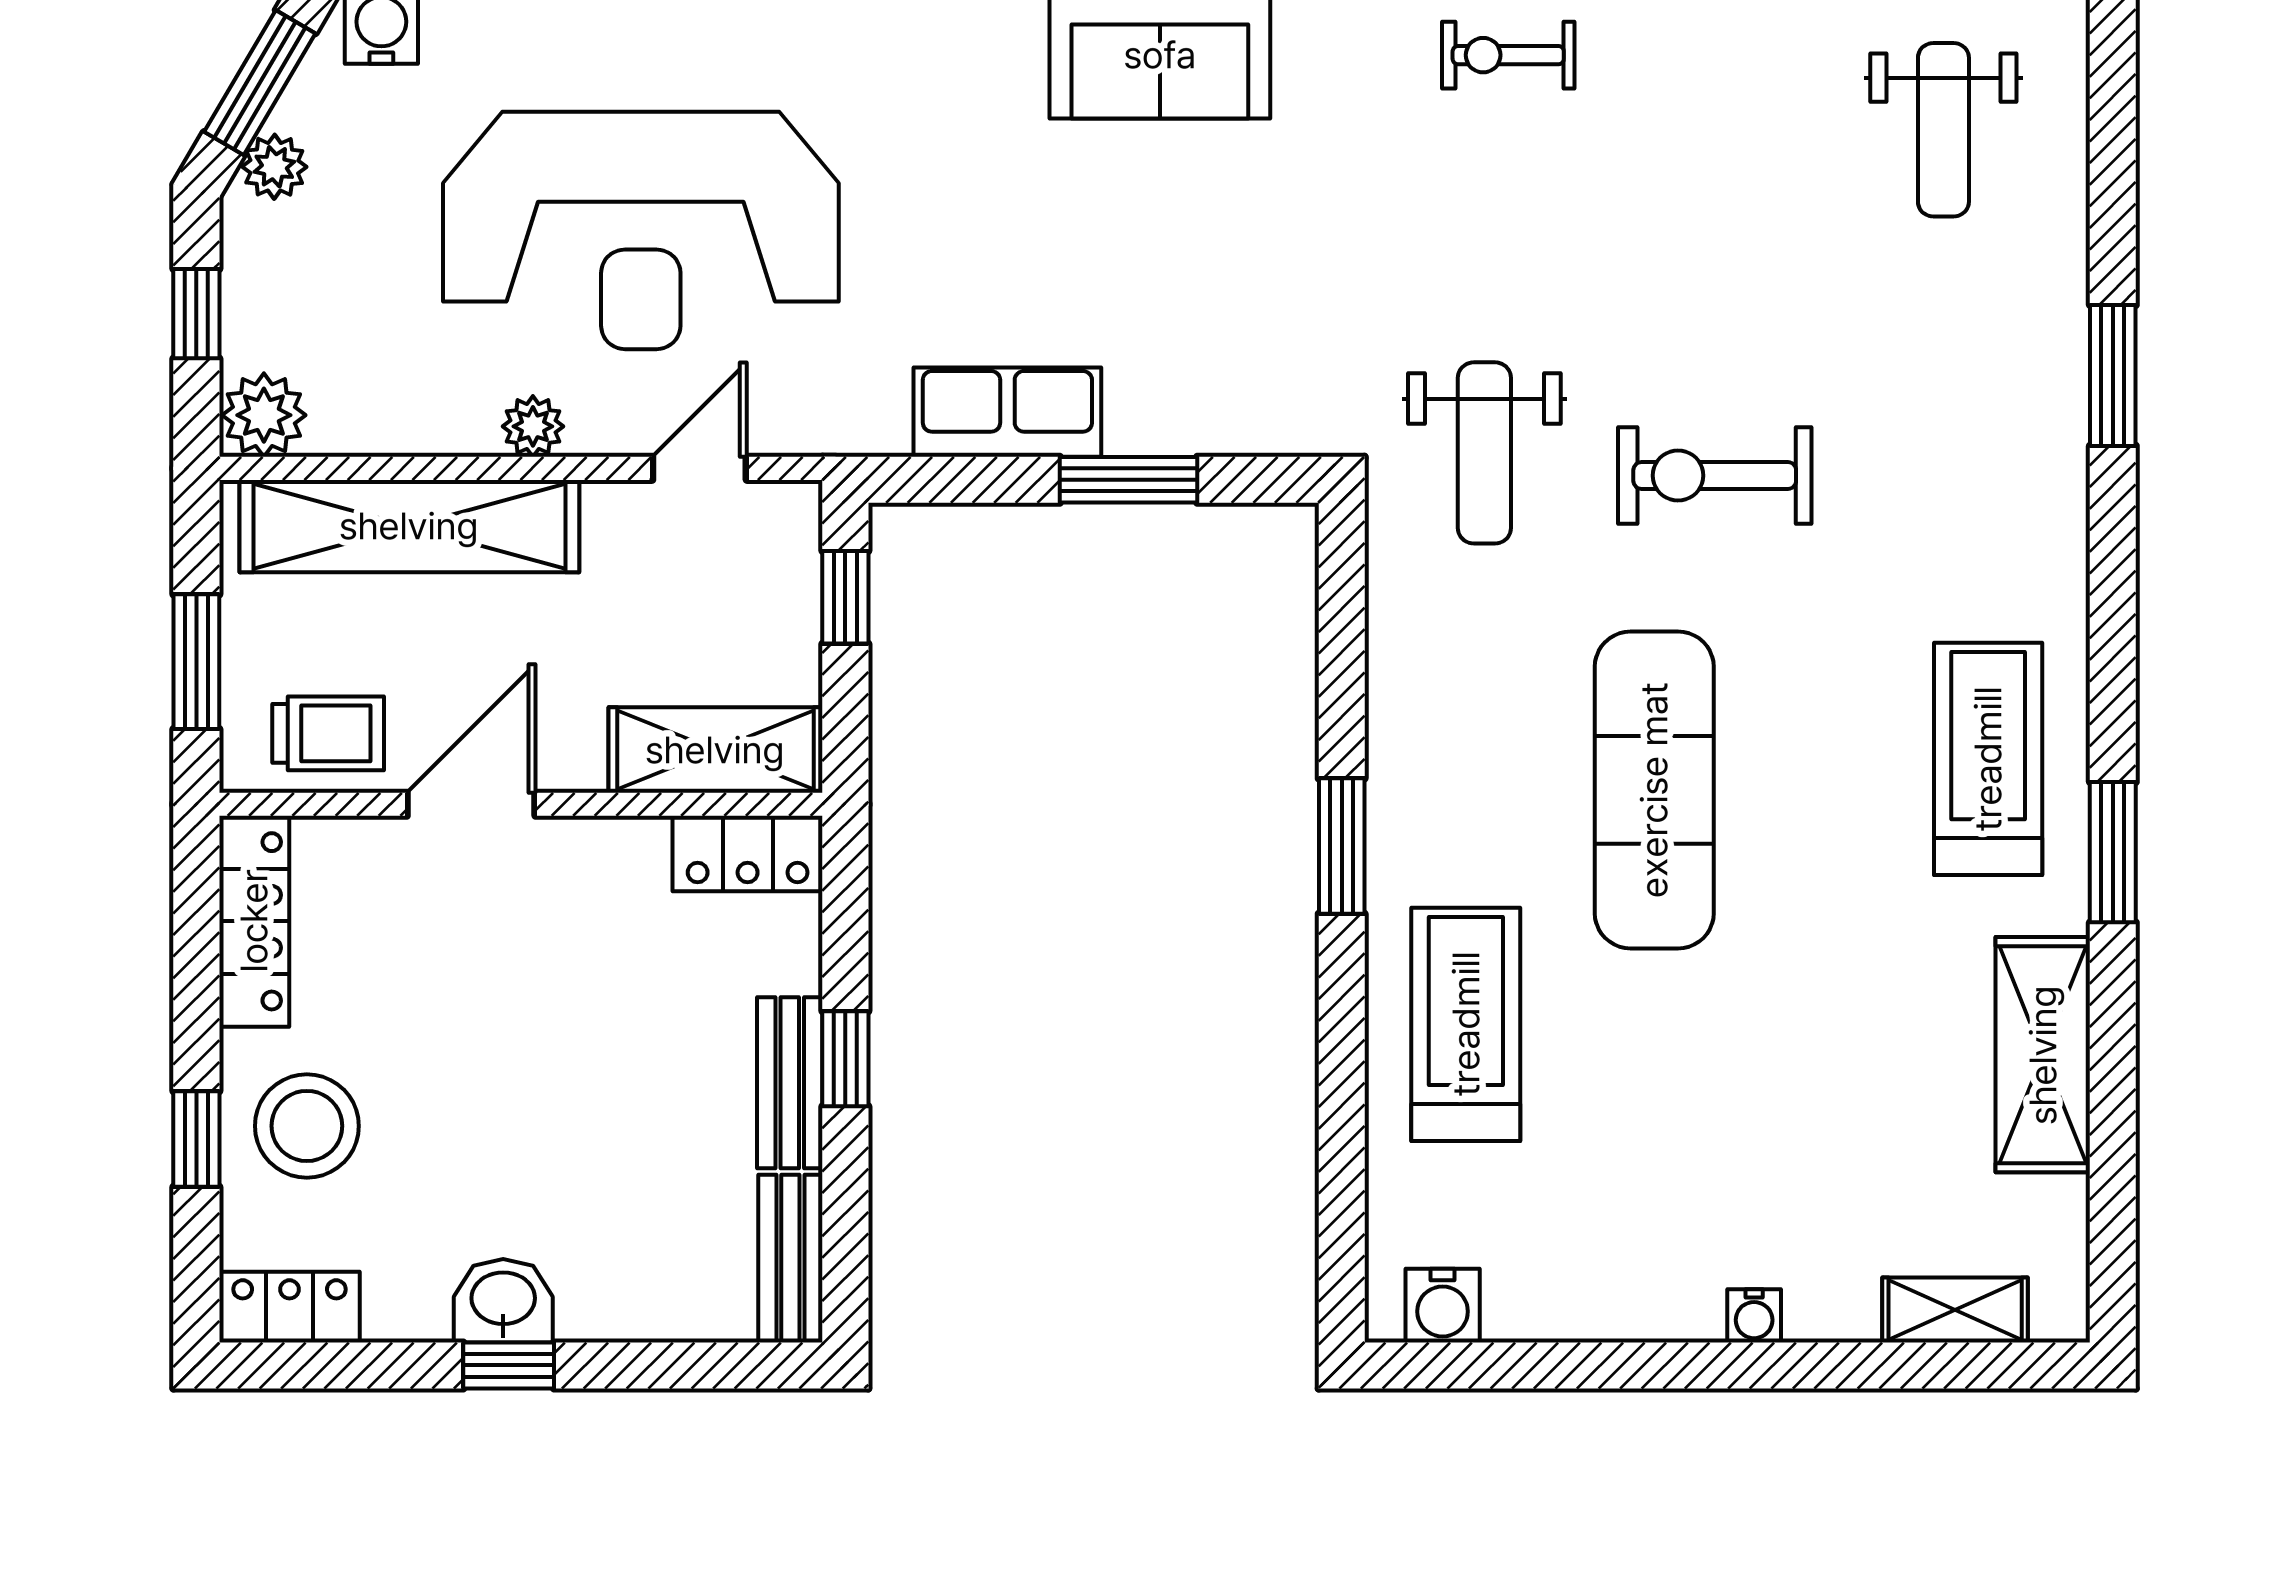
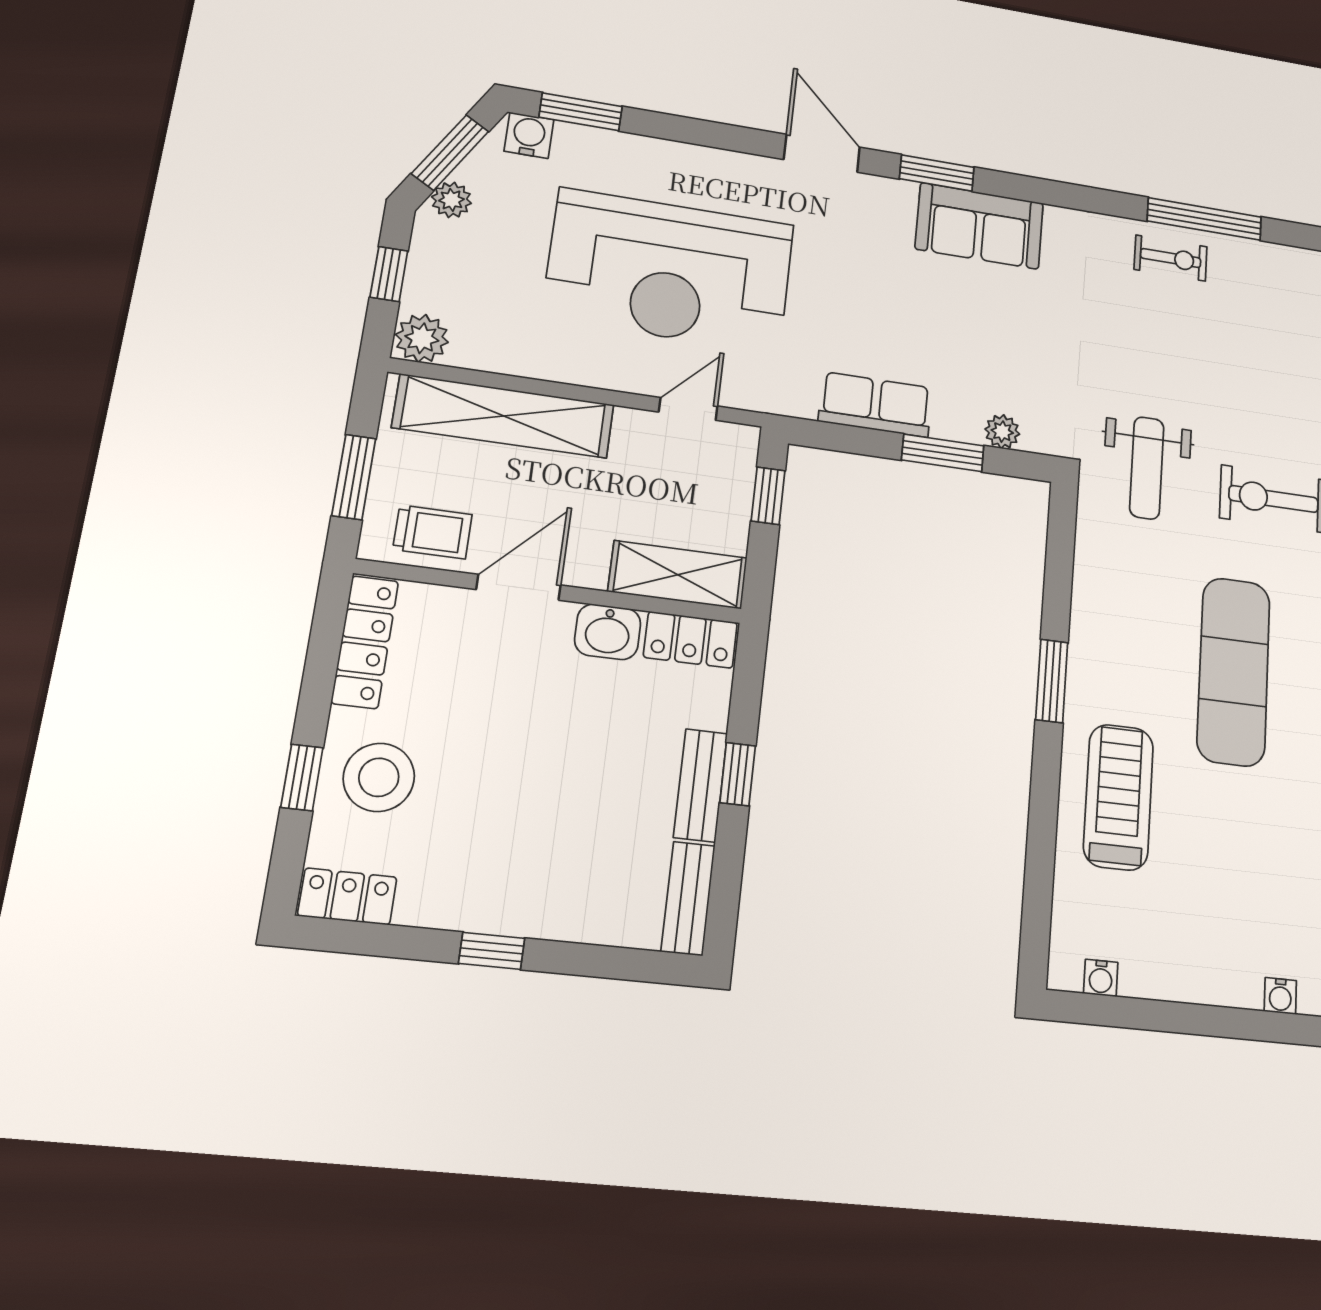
exercise bike: (1508, 55) -> (1171, 258), turned 180
plant: (533, 426) -> (1002, 432), moved
washbasin: (503, 1301) -> (608, 632), moved, turned 180
water cooler: (1443, 1306) -> (1101, 978), width x0.72, depth x0.72

